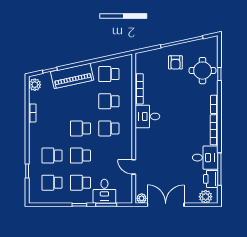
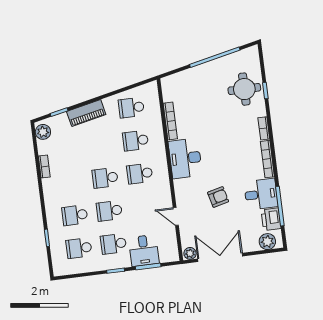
armchair: (175, 62) -> (218, 197), moved, turned -104
piano: (72, 76) -> (86, 113), width x0.73, depth x0.75
desk: (147, 116) -> (185, 158), width x1.37

